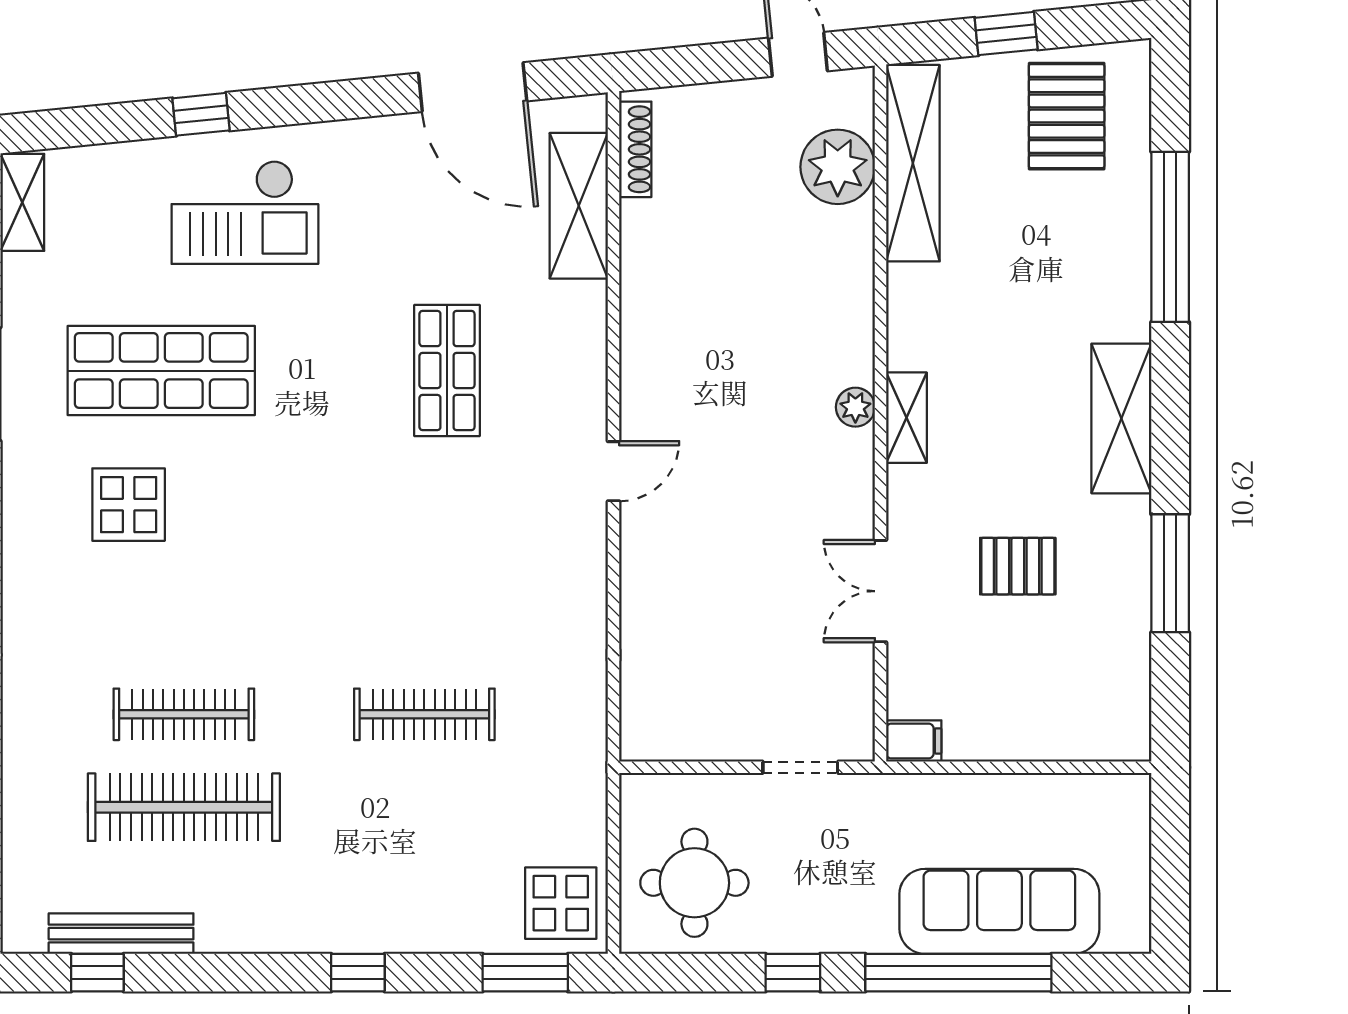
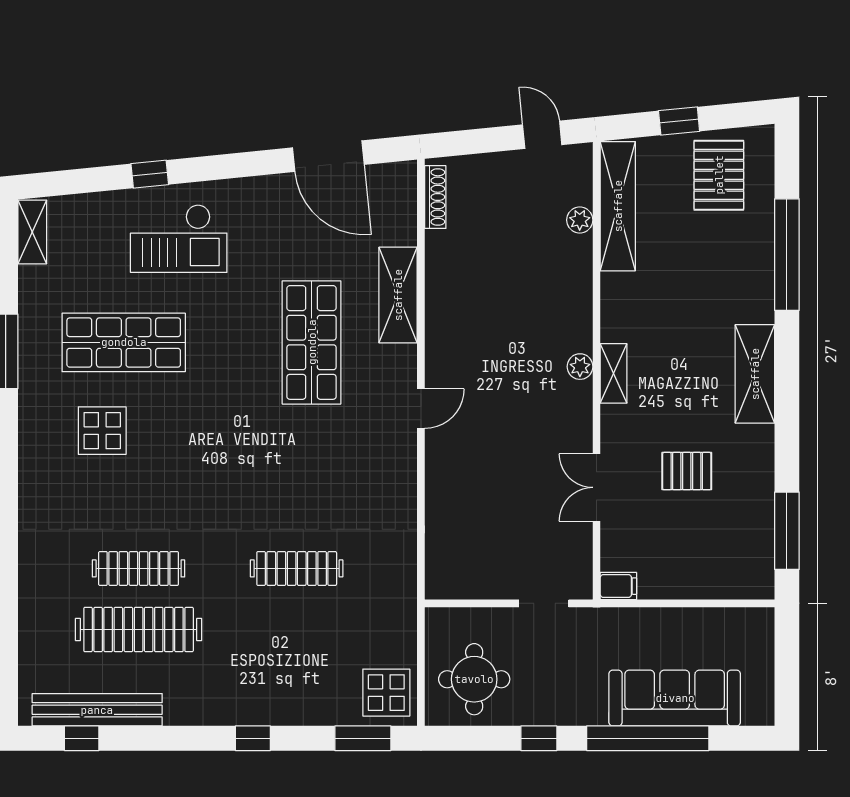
plant: (838, 167) -> (580, 220), width x0.53, depth x0.53
shelving: (579, 206) -> (398, 295), moved
shop shelf: (447, 371) -> (312, 342), width x1.43, depth x1.36
window: (1170, 573) -> (787, 531), moved
bench: (121, 934) -> (97, 710), width x1.37, depth x1.21

